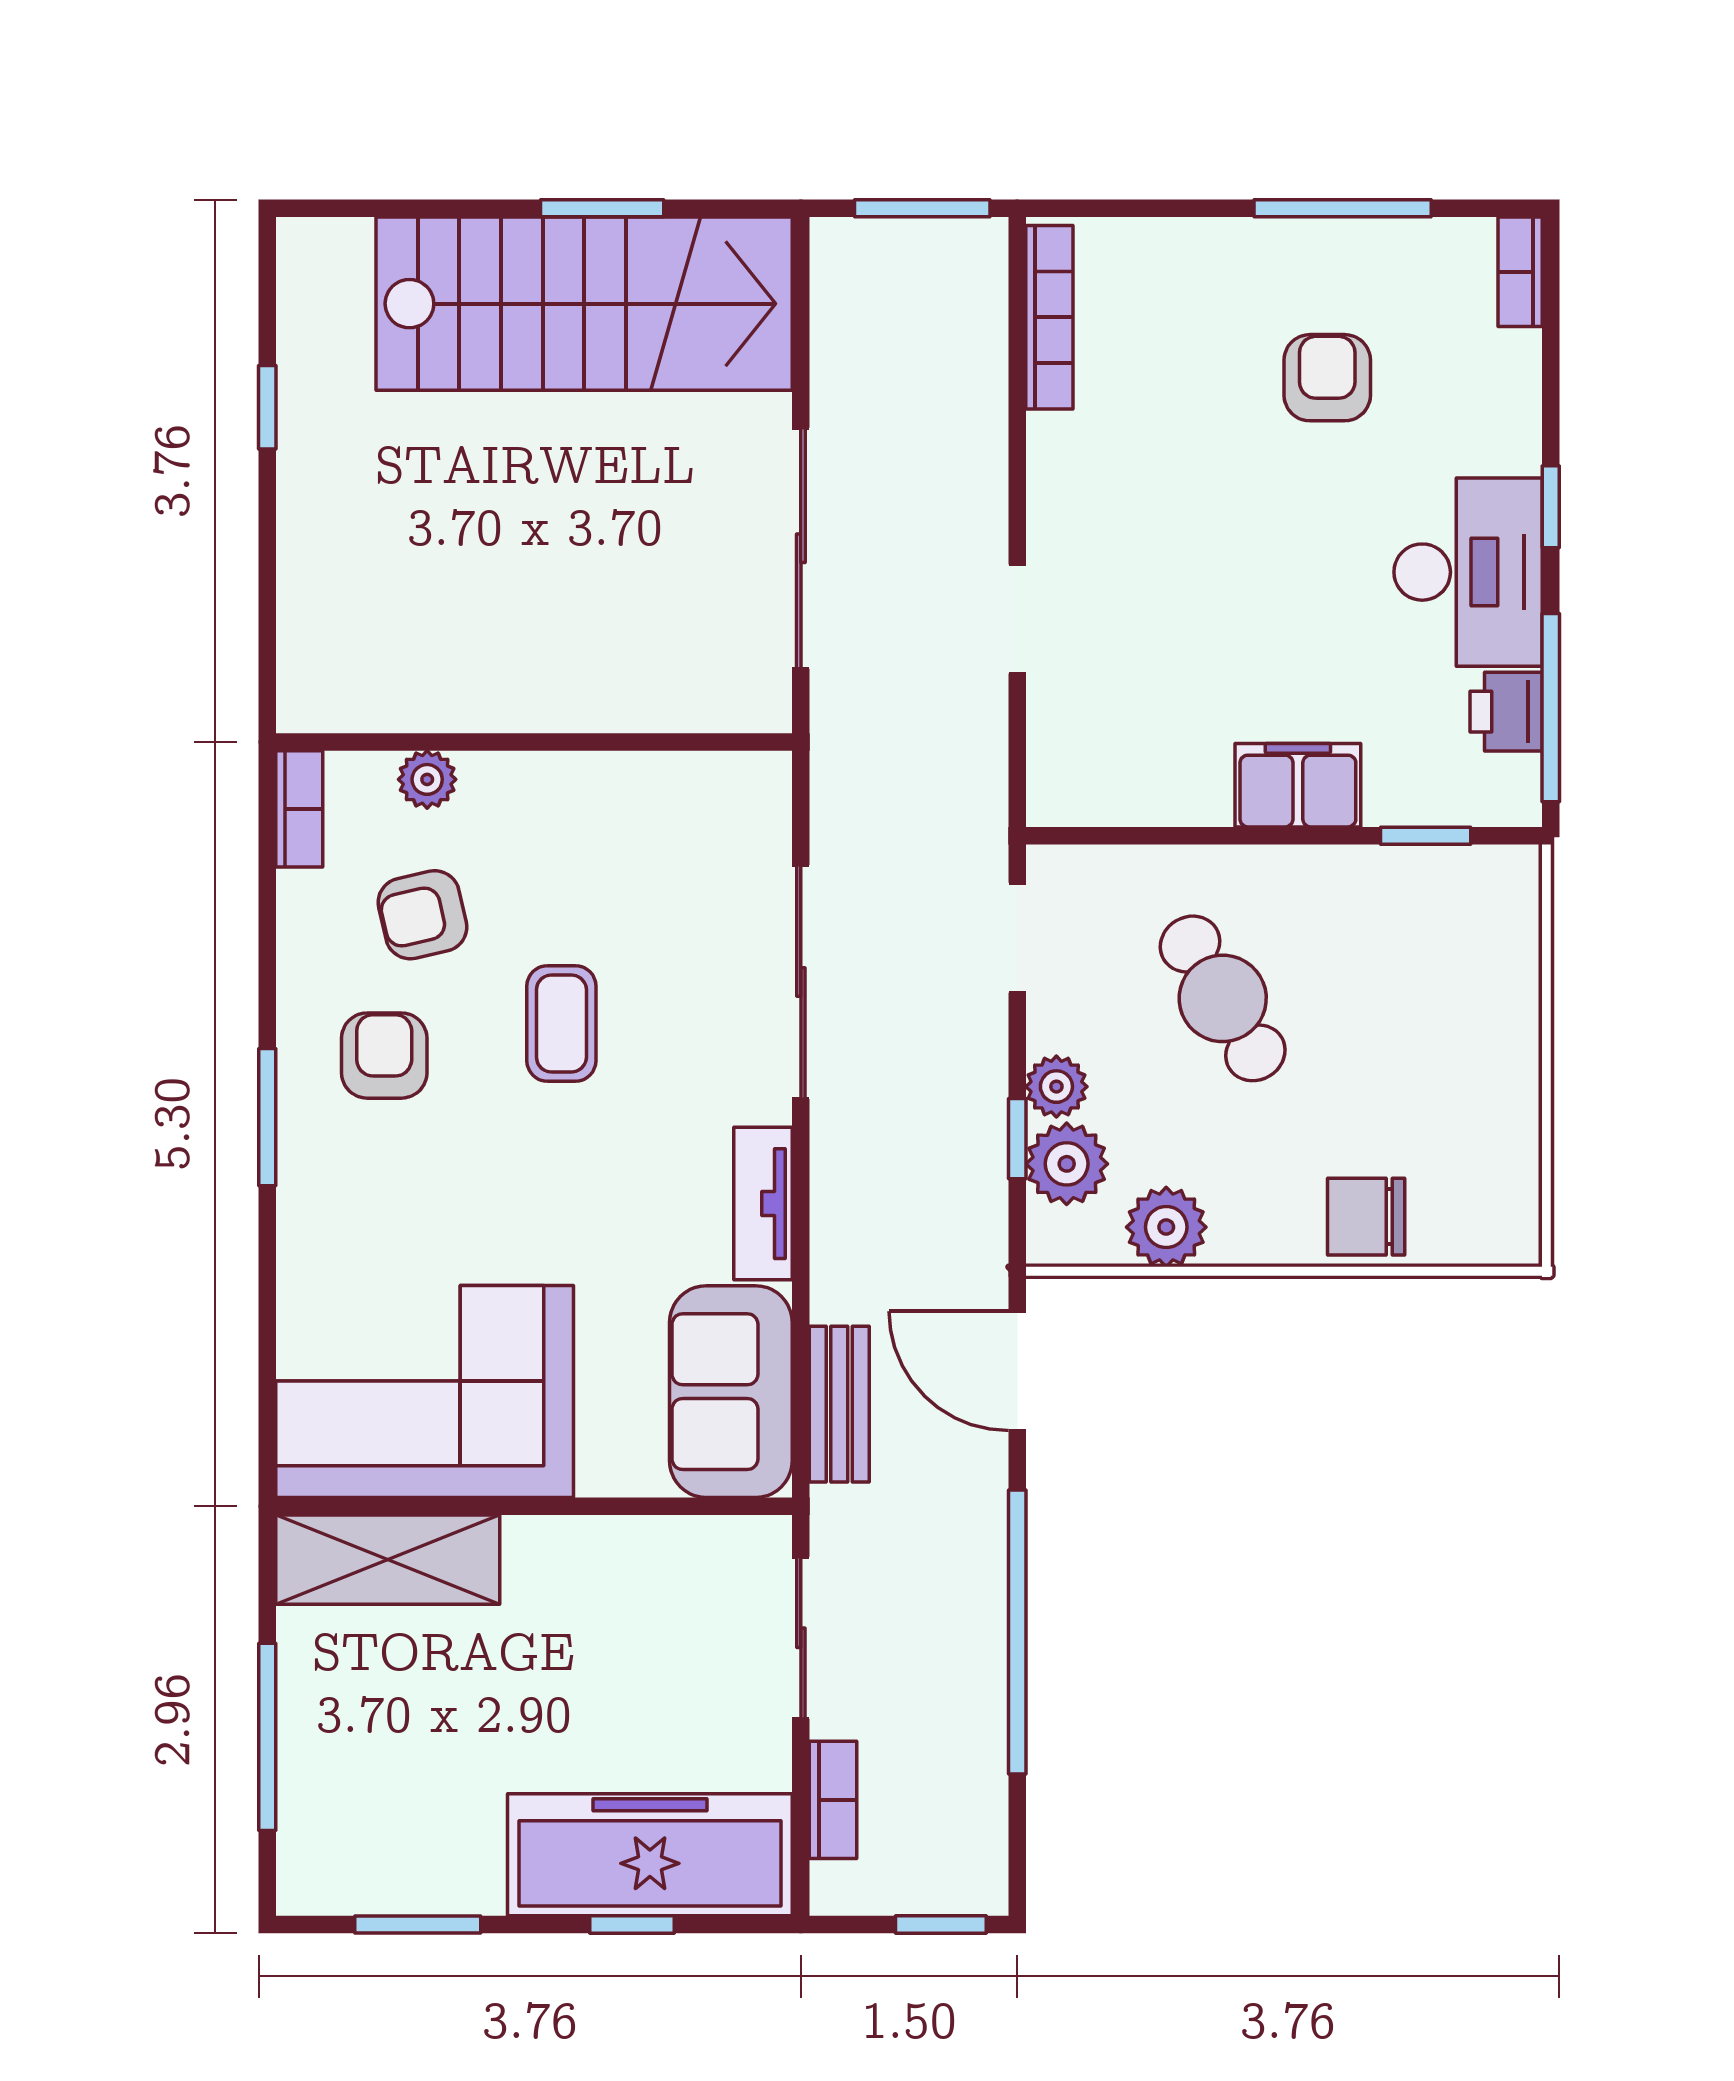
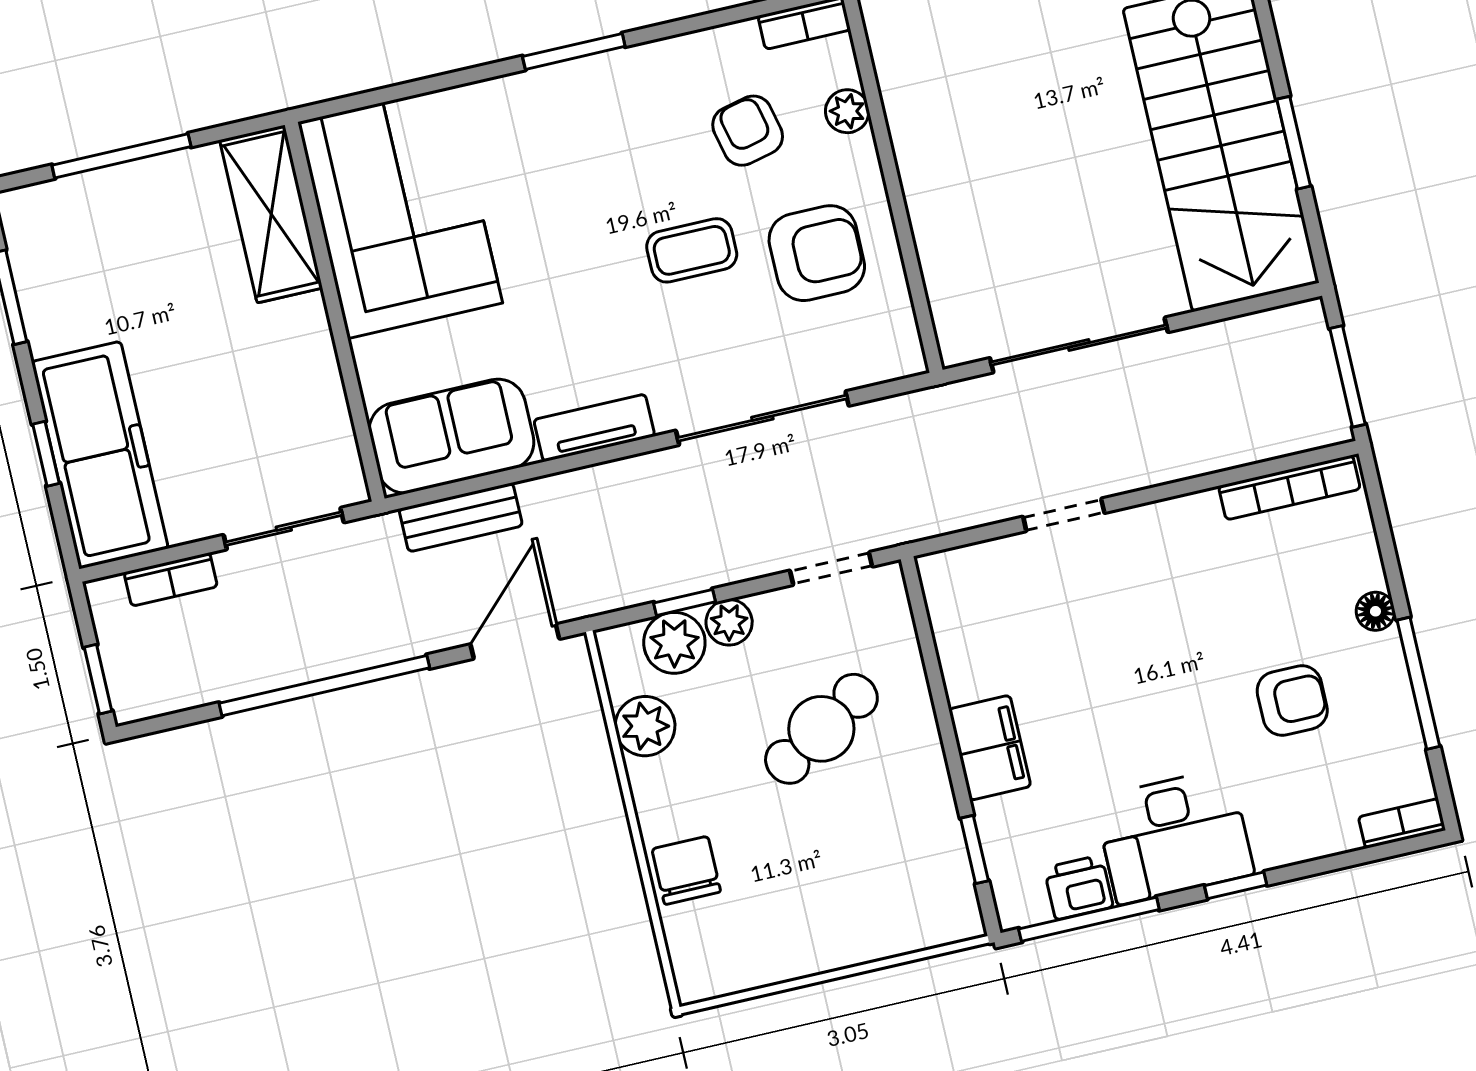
floor lamp: (1236, 243) -> (1375, 611), added
armchair: (384, 1056) -> (817, 253), moved, width x1.38, depth x1.38

